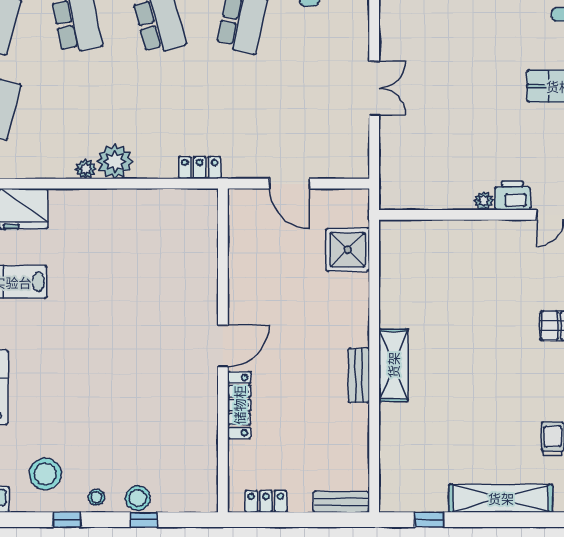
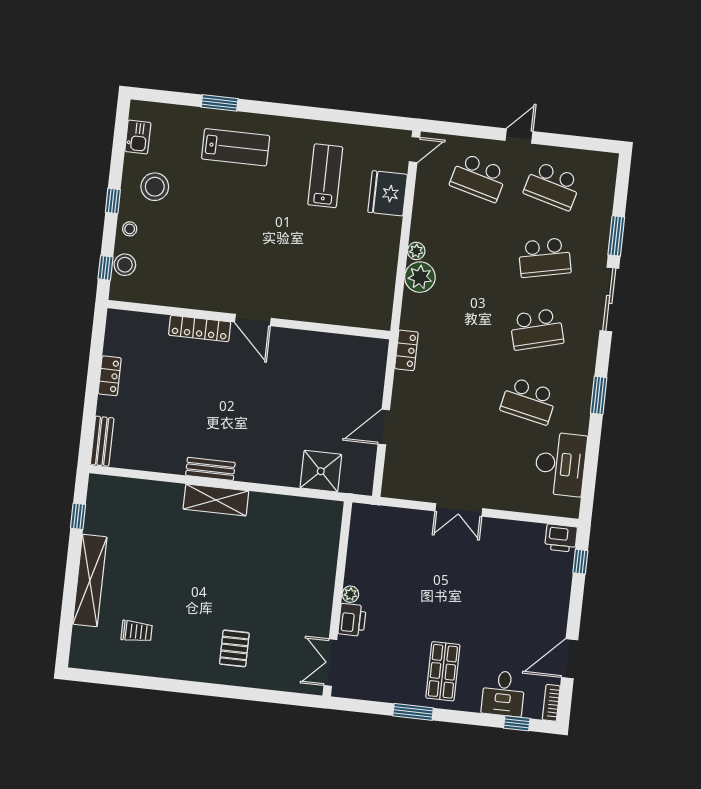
door: (223, 346) -> (253, 320), moved
wall: (223, 350) -> (249, 320), moved
locker: (239, 405) -> (200, 329), moved

